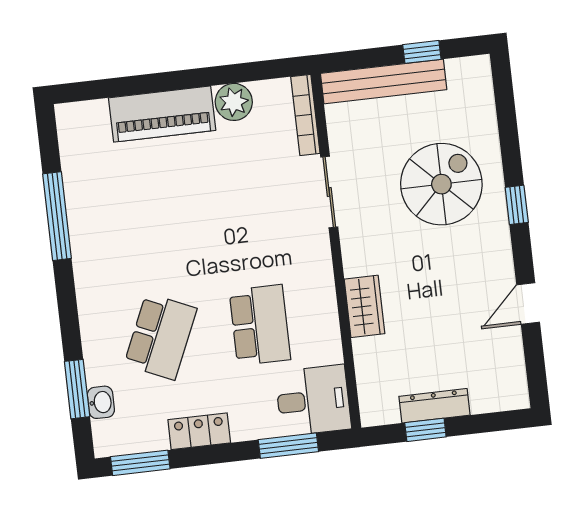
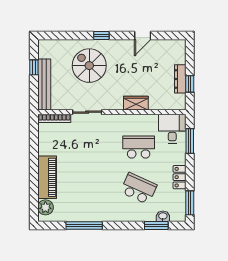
plant: (234, 102) -> (45, 207), moved
door: (528, 304) -> (143, 36), hinge flipped

